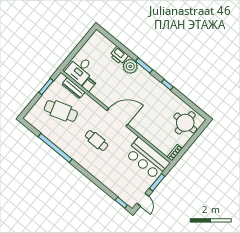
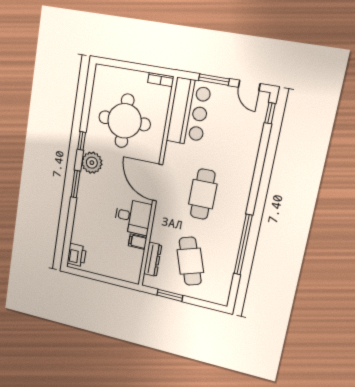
printer: (119, 55) -> (77, 255), moved
plant: (130, 66) -> (92, 163), moved
desk: (80, 70) -> (133, 217), moved
round table: (185, 123) -> (125, 121), moved, width x1.36, depth x1.36
cafe table: (97, 141) -> (203, 194), width x1.37, depth x1.35
door: (143, 200) -> (249, 85), swing flipped

